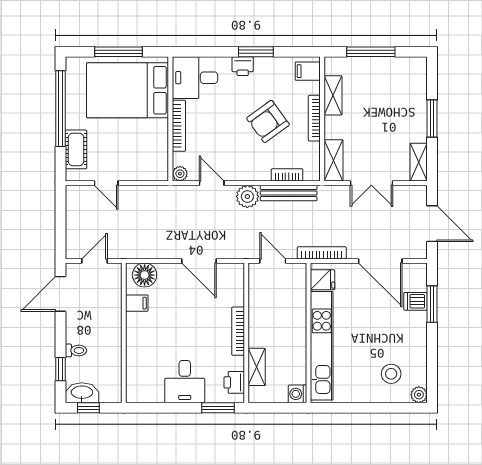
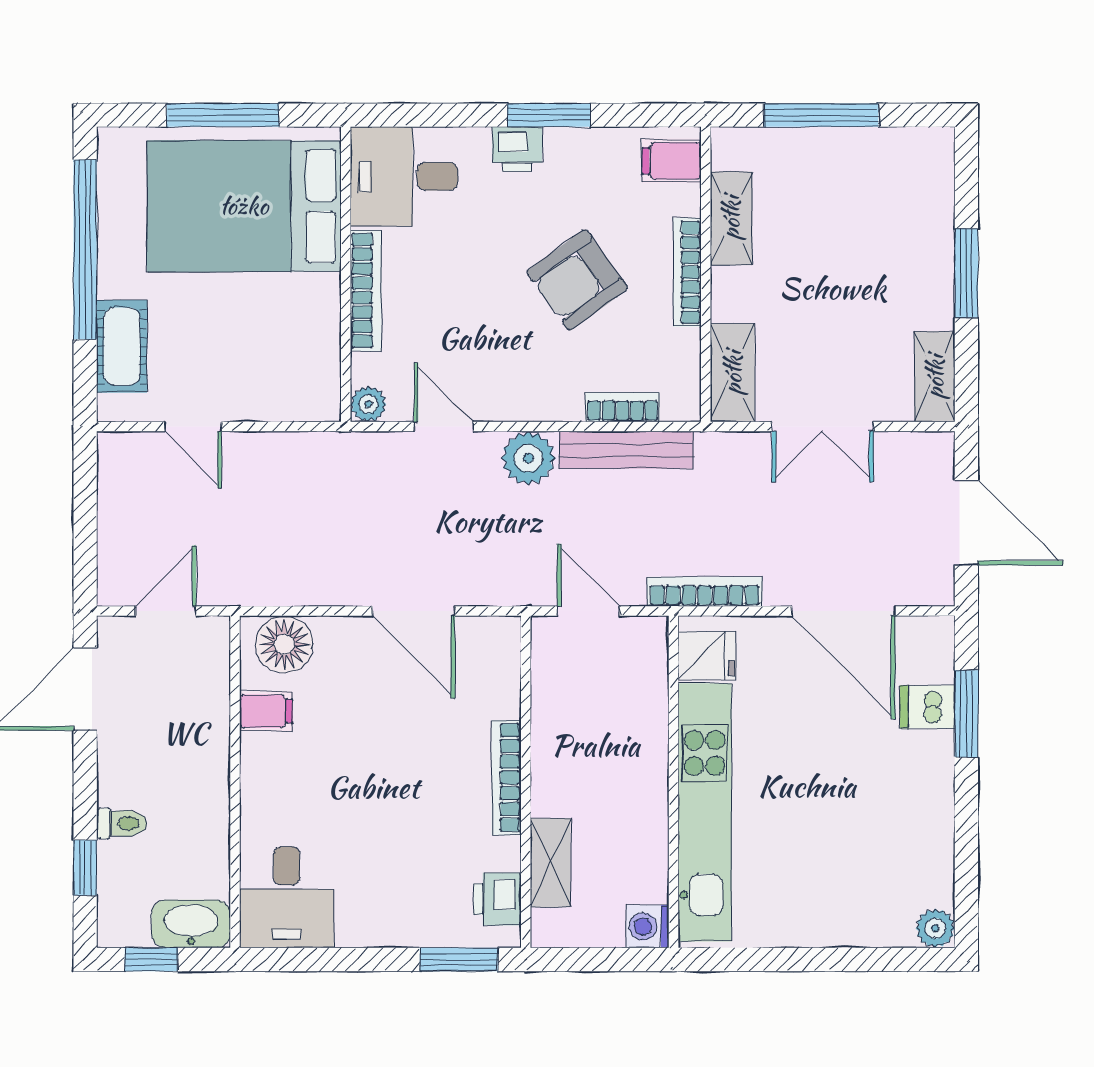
stool: (391, 374) -> (869, 879), removed
desk: (185, 382) -> (287, 897), moved
washbasin: (82, 393) -> (191, 924), moved

